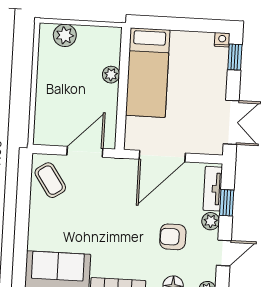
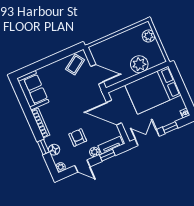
window: (235, 57) -> (170, 128), moved
bed: (148, 73) -> (153, 90), width x1.50
plant: (111, 75) -> (139, 64), width x1.87, depth x1.87
double door: (231, 122) -> (147, 138), swing flipped

